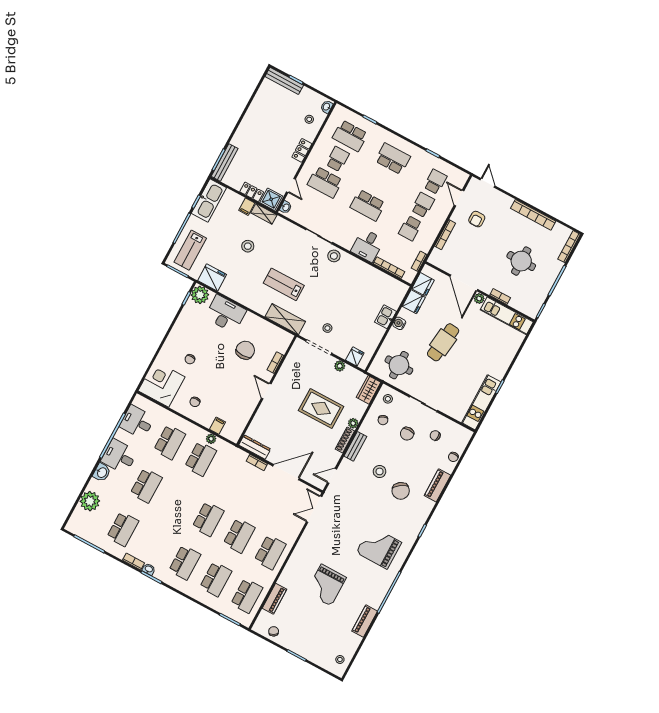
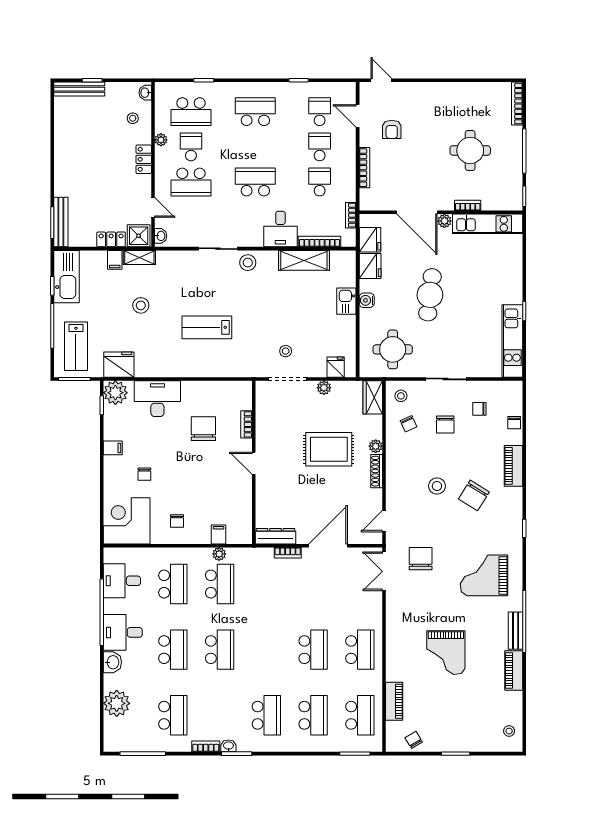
plant: (320, 144) -> (161, 140), added
school desk: (368, 205) -> (255, 182), turned 180
bookcase: (533, 215) -> (455, 89), removed
school desk: (410, 228) -> (320, 182), turned 180
shelving: (285, 319) -> (304, 260), moved
filing cabinet: (178, 331) -> (113, 448), added
bench: (355, 446) -> (516, 631), moved
chair: (401, 491) -> (474, 495), turned 66
chair: (343, 514) -> (421, 559), added
school desk: (208, 519) -> (220, 650), moved

